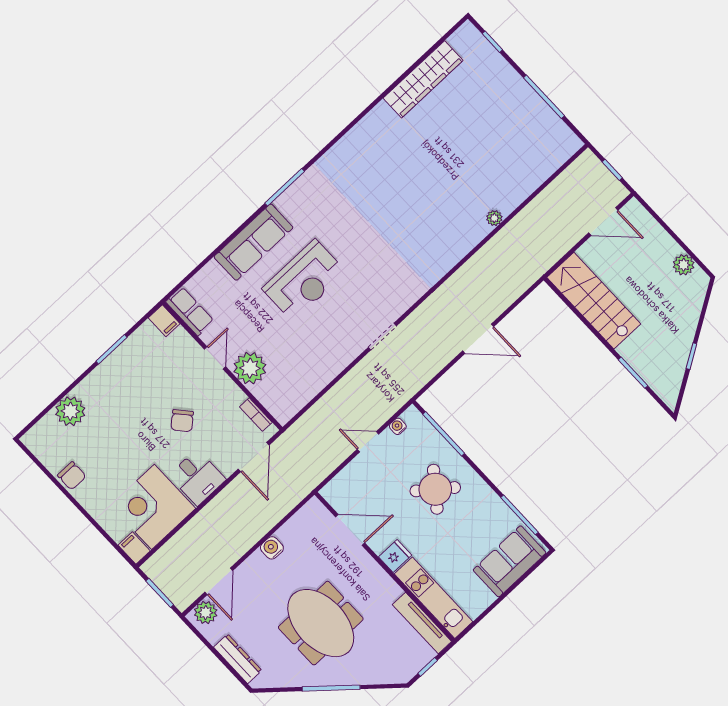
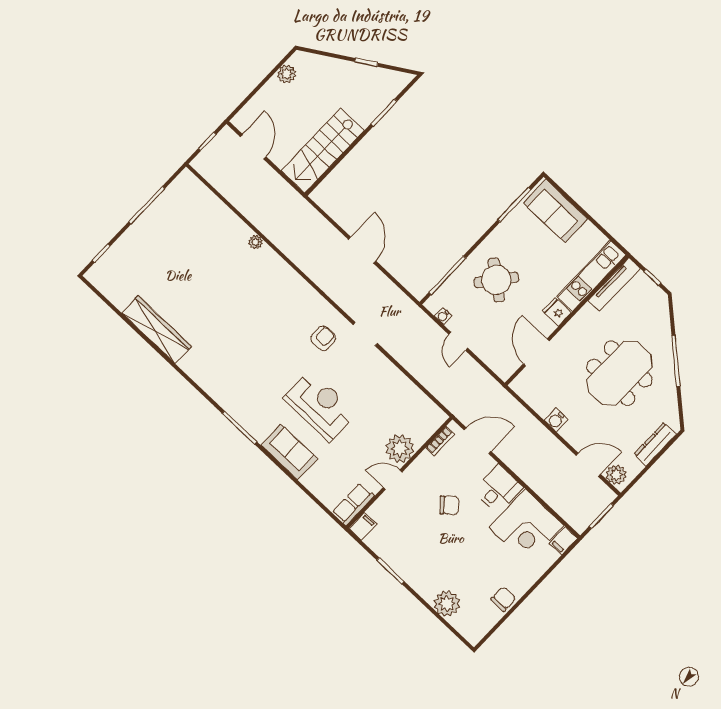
wardrobe: (423, 79) -> (157, 330), moved
sofa: (253, 242) -> (289, 452), width x0.73
armchair: (380, 288) -> (323, 338), added

